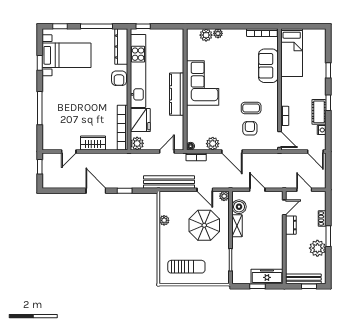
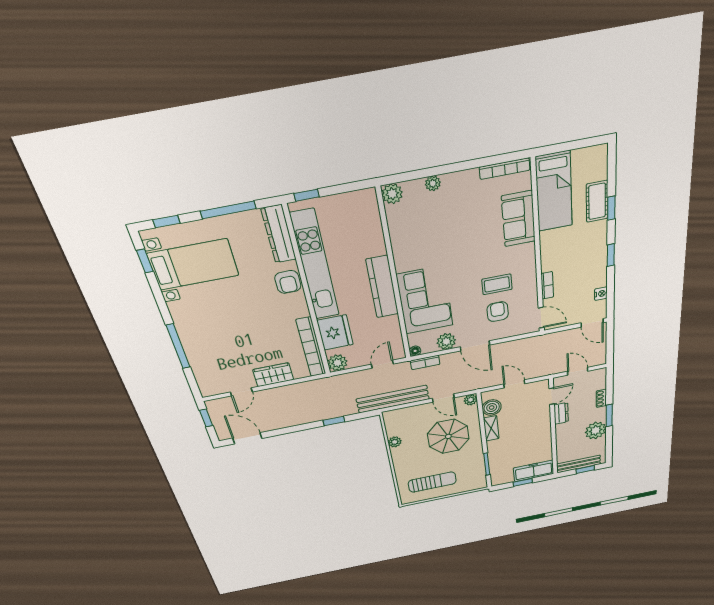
plant: (206, 35) -> (392, 194), moved
window: (40, 63) -> (145, 261), moved
corner sofa: (203, 83) -> (425, 300), moved
cot: (319, 112) -> (597, 201), moved
door: (96, 191) -> (247, 438), moved

